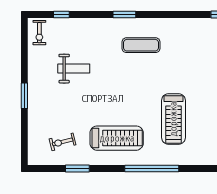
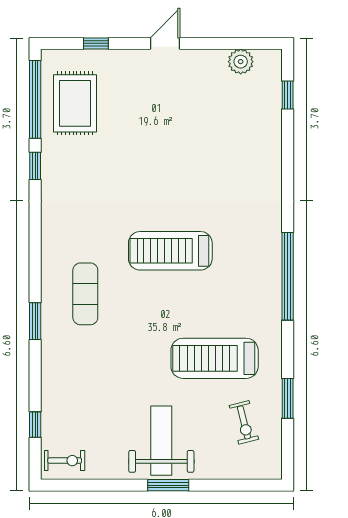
weight bench: (74, 69) -> (161, 441), moved, width x1.36, depth x1.33
treadmill: (173, 119) -> (170, 251), moved, turned 180
treadmill: (117, 138) -> (215, 358), moved, turned -90

